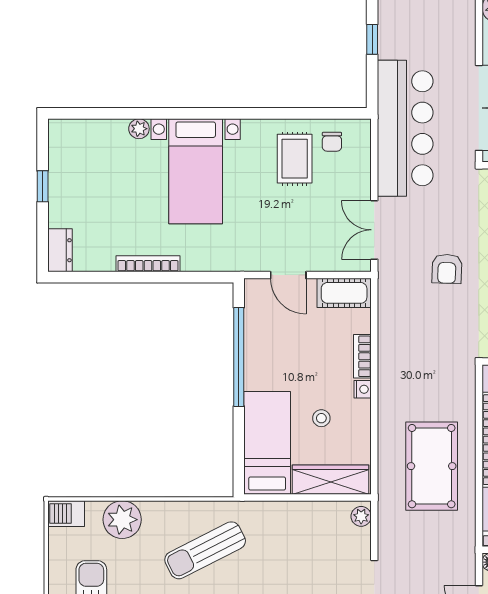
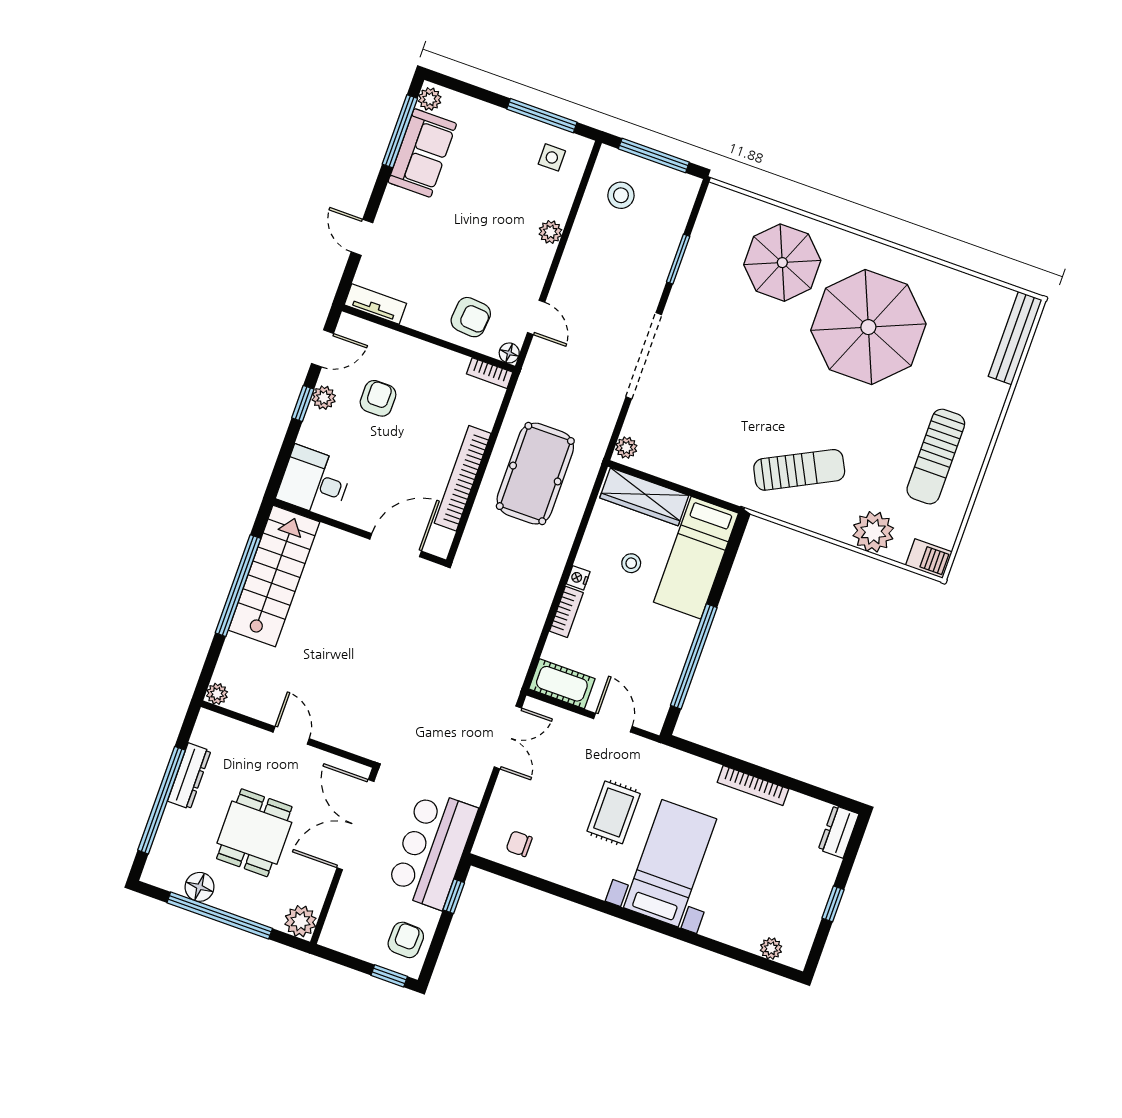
window: (372, 39) -> (454, 896), moved
bar counter: (405, 128) -> (432, 849), width x0.73
plant: (139, 129) -> (771, 948), moved
chair: (332, 142) -> (519, 844), turned -90
rug: (295, 159) -> (614, 812), moved
armchair: (447, 269) -> (406, 940), moved

